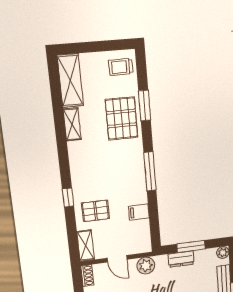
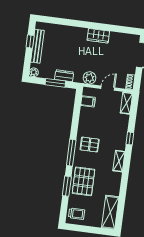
shelving: (72, 124) -> (119, 161), moved
window: (150, 171) -> (71, 153), moved
pallet: (96, 211) -> (90, 145), moved
filing cabinet: (139, 212) -> (88, 101), moved
door: (117, 259) -> (108, 88), hinge flipped

